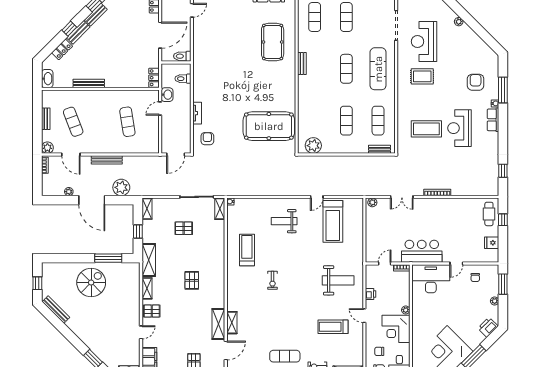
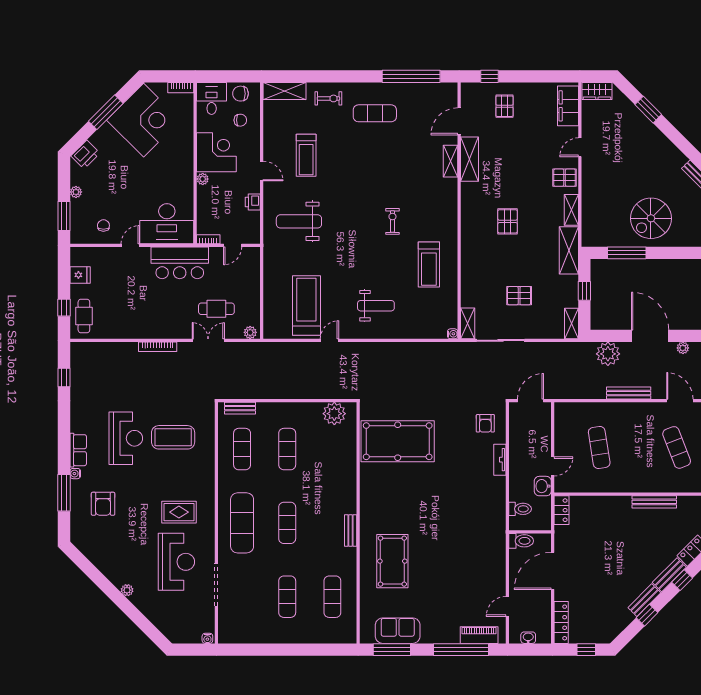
cafe table: (396, 219) -> (216, 309), added
treadmill: (333, 327) -> (306, 155), turned 90

